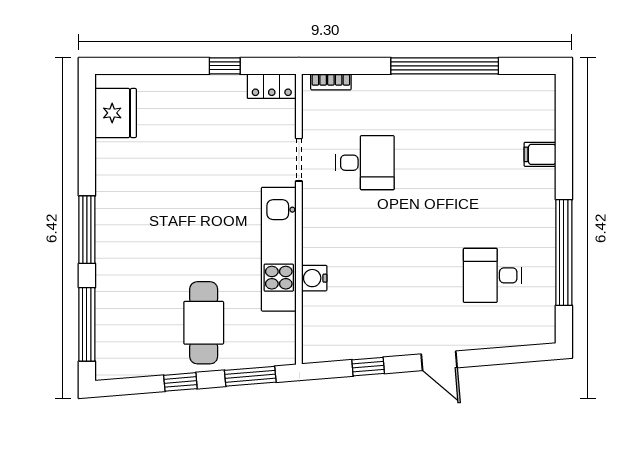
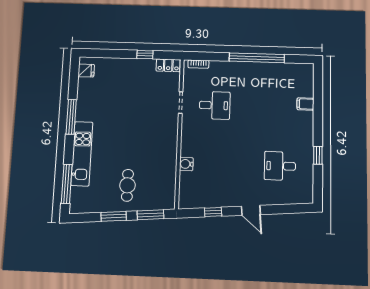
fridge: (116, 113) -> (86, 70), width x0.53, depth x0.75
window: (87, 230) -> (71, 117), moved
kitchen unit: (279, 249) -> (82, 154), moved, turned 180
window: (564, 253) -> (318, 155), width x0.32
cafe table: (204, 323) -> (127, 185), width x0.73, depth x0.74
window: (180, 382) -> (114, 216), width x1.50

